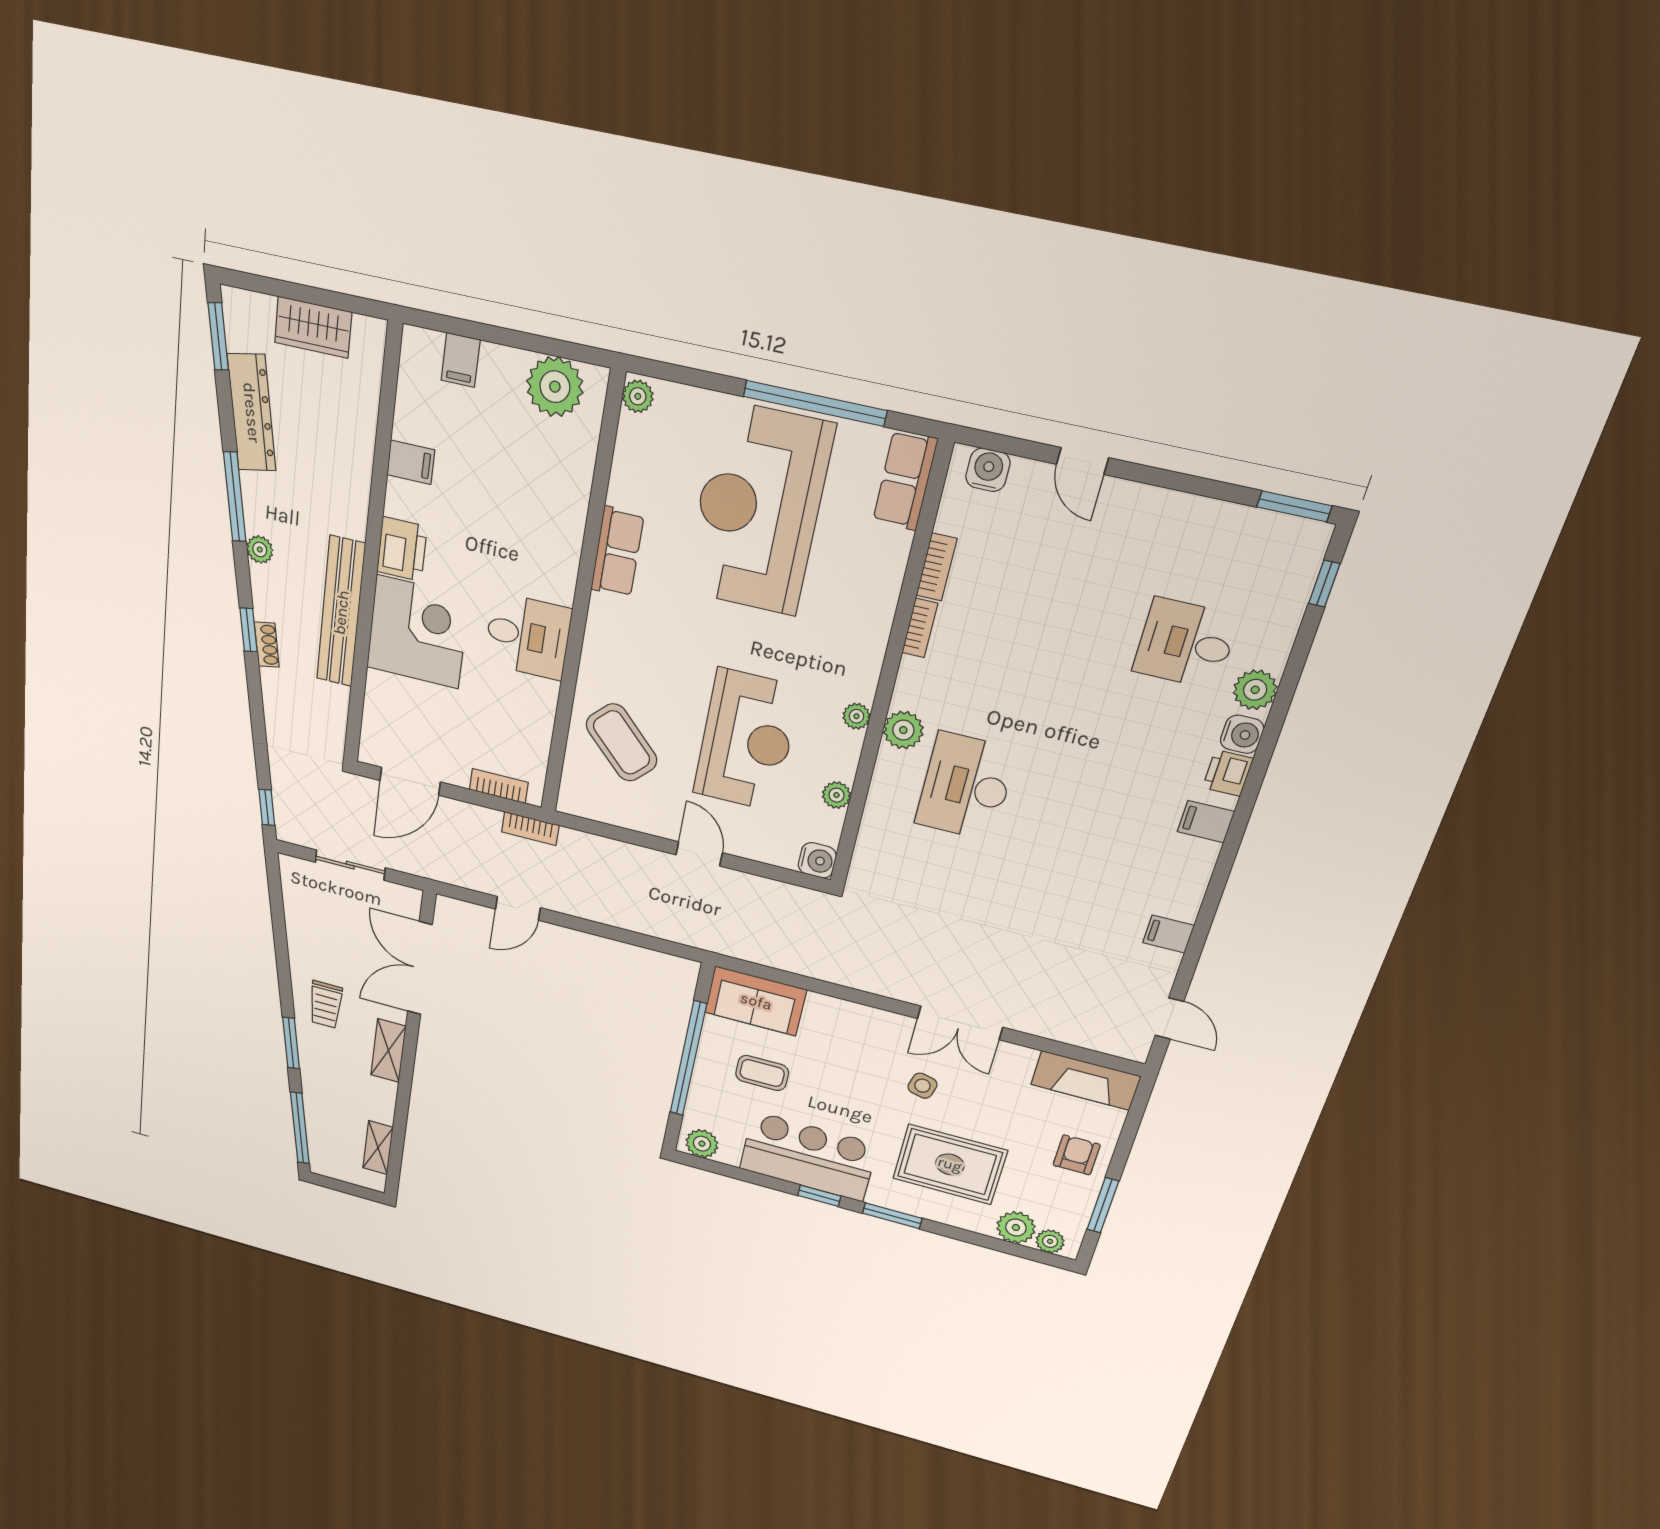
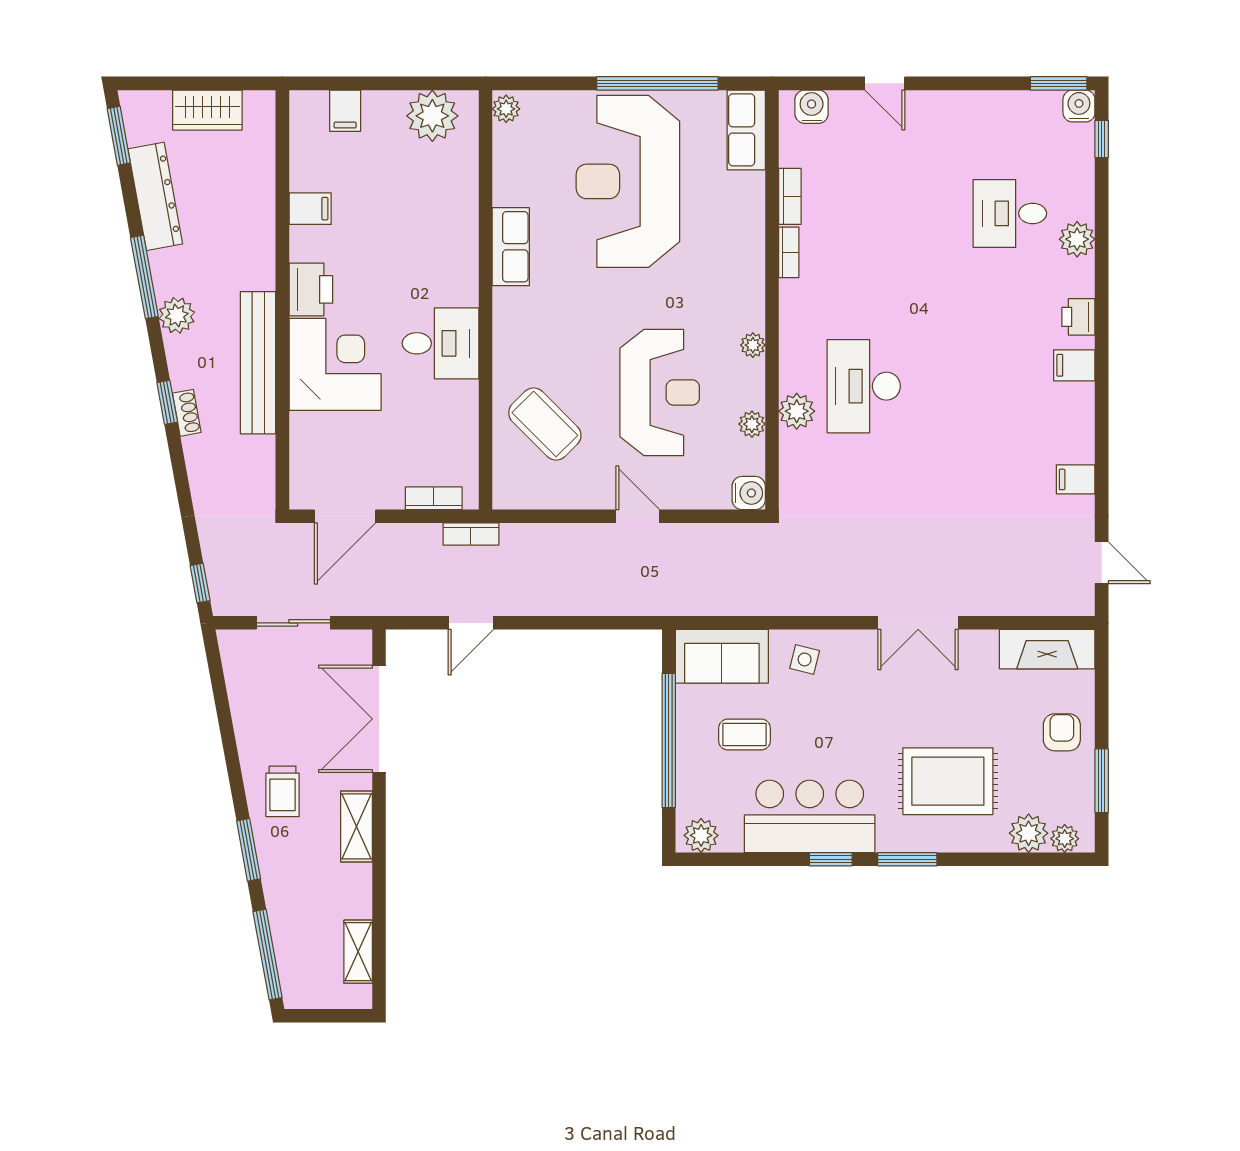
plant: (260, 550) -> (177, 315), width x1.38, depth x1.38
plant: (903, 730) -> (797, 411), moved
water cooler: (1242, 734) -> (1079, 106), moved, turned -90
side table: (922, 1086) -> (805, 659), moved

